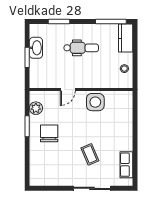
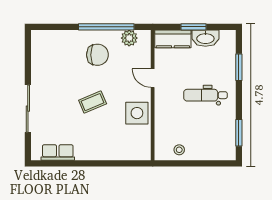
window: (111, 21) -> (239, 133), width x0.69
kitchen counter: (126, 38) -> (173, 39), moved, turned 180
dental chair: (81, 48) -> (205, 95), turned 90
window: (27, 126) -> (106, 27), width x2.11
coffee table: (90, 154) -> (93, 102), moved

